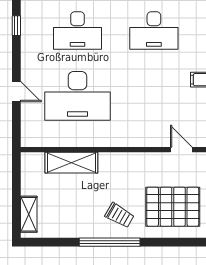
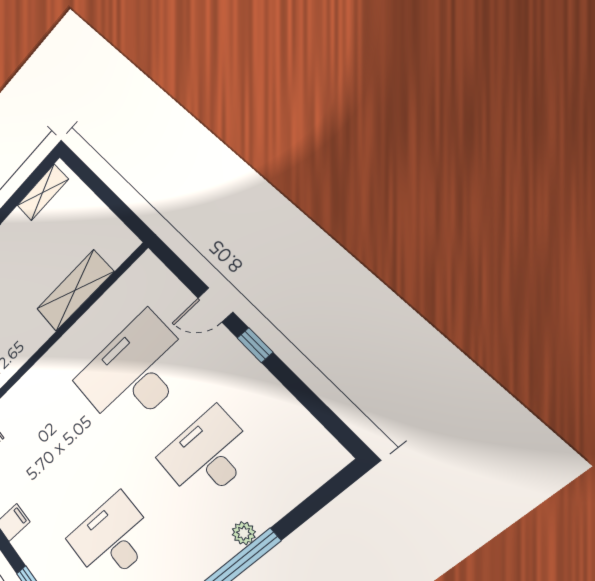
window: (16, 26) -> (255, 345), moved
shelving: (29, 214) -> (43, 192), moved, turned 90

